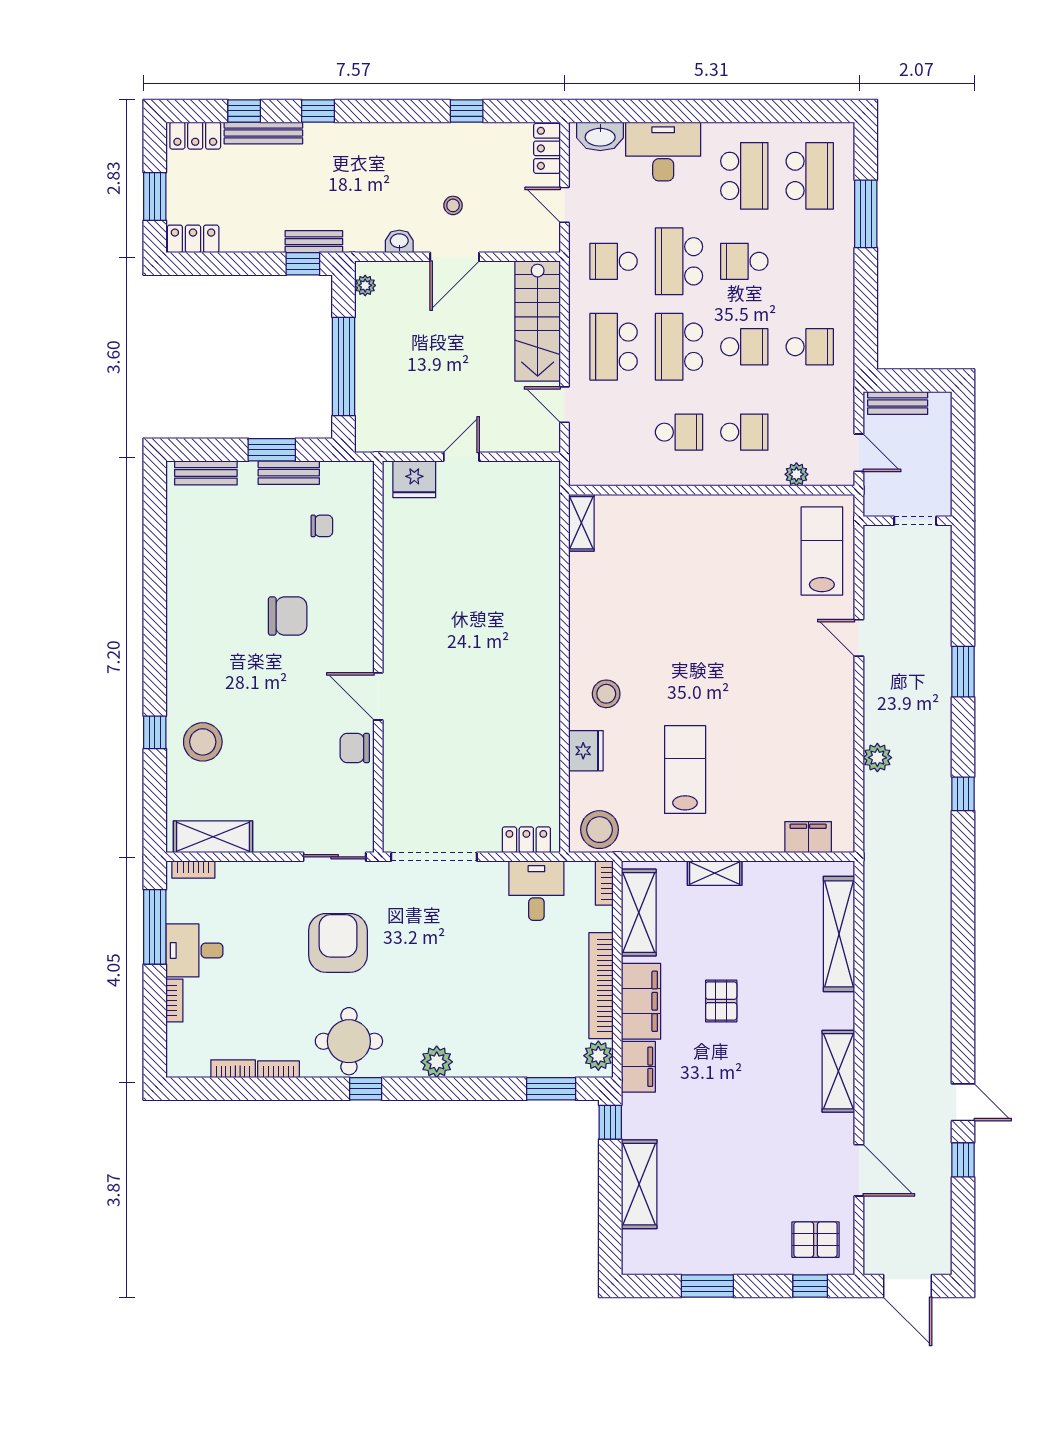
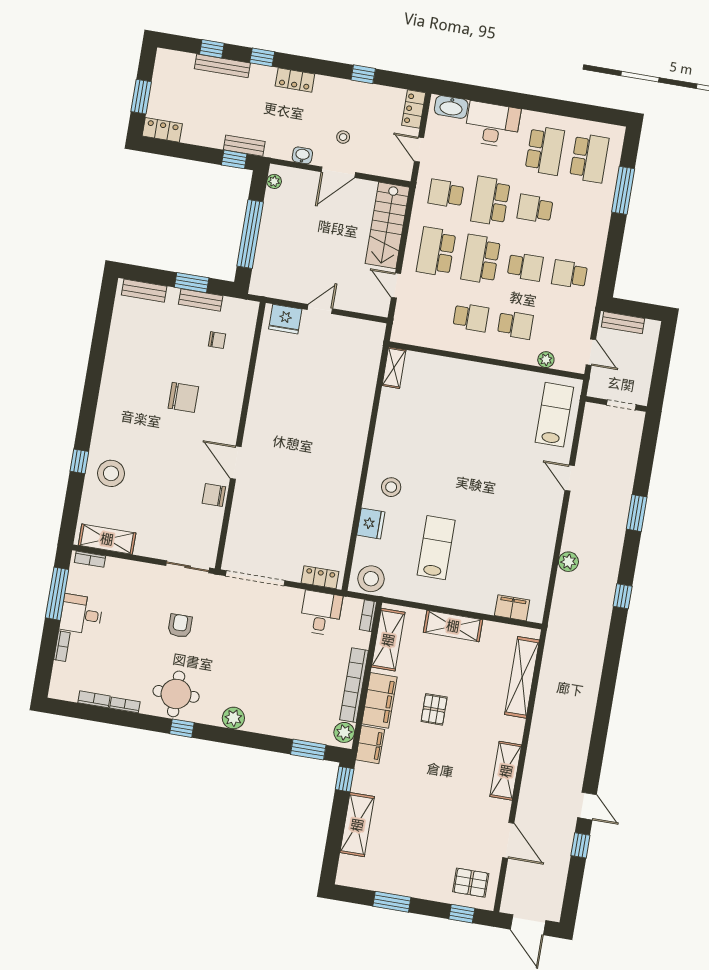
locker: (195, 136) -> (295, 80), moved
school desk: (810, 347) -> (570, 274), turned 180
shelving: (715, 873) -> (453, 626), width x1.50, depth x1.33
armchair: (338, 943) -> (180, 626), width x0.53, depth x0.53

